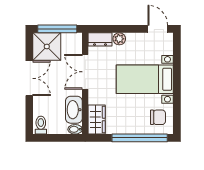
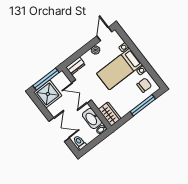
door: (158, 29) -> (104, 34), hinge flipped
plant: (119, 39) -> (95, 50), moved
double door: (29, 78) -> (59, 130), moved
window: (140, 138) -> (143, 105), width x0.68

